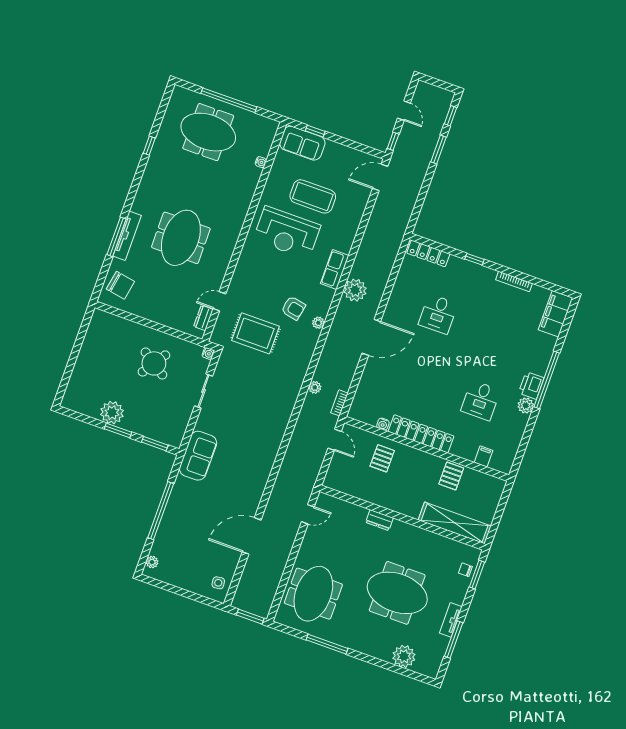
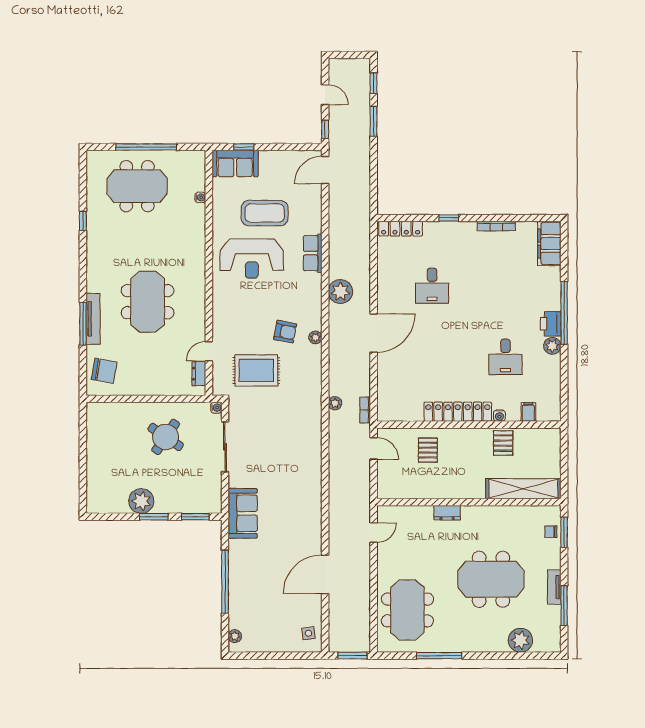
row of seats: (335, 270) -> (313, 253), moved
sliding door: (203, 391) -> (225, 447), width x1.37
water cooler: (383, 424) -> (499, 416), moved

